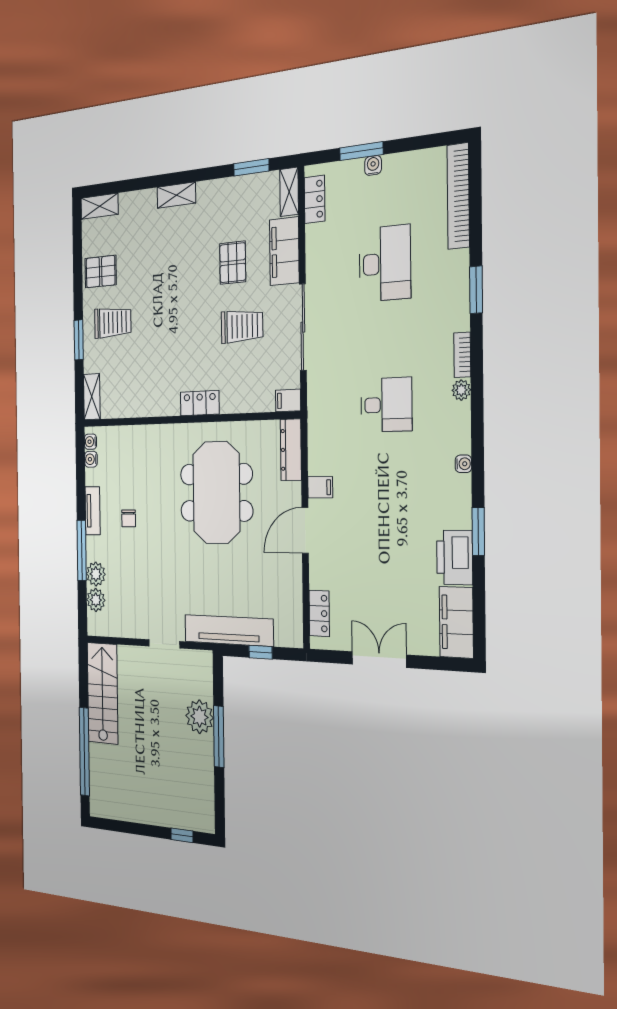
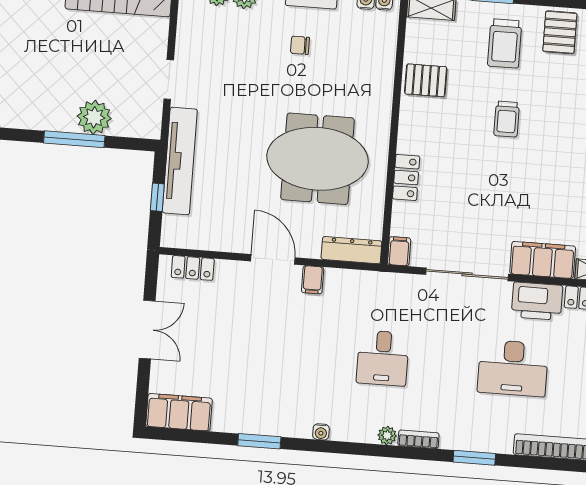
pallet: (233, 263) -> (426, 80), moved
trolley: (242, 326) -> (507, 119), moved, width x0.73, depth x0.72
locker: (200, 403) -> (406, 177), moved
printer: (455, 557) -> (537, 301), moved, turned 180

